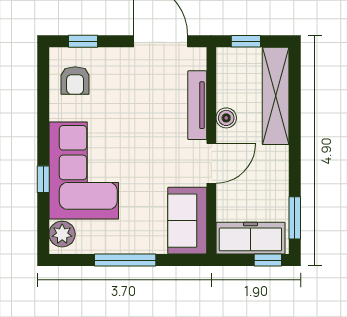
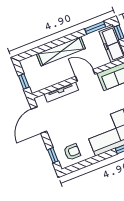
shelving: (276, 96) -> (61, 51), moved
boiler: (226, 118) -> (62, 77), removed

